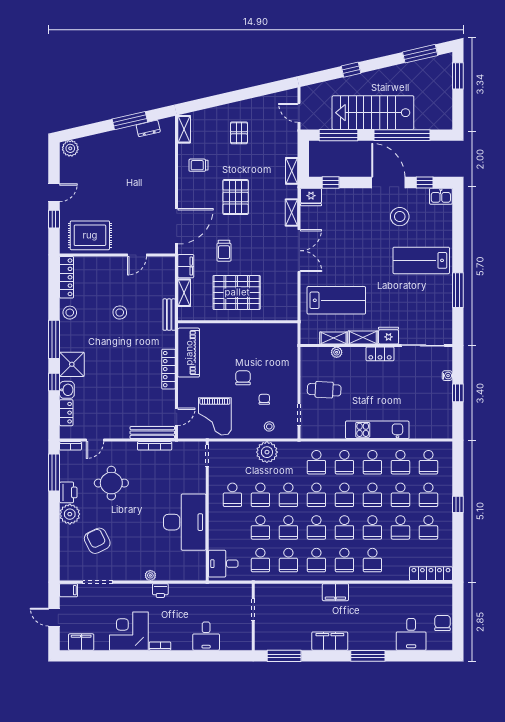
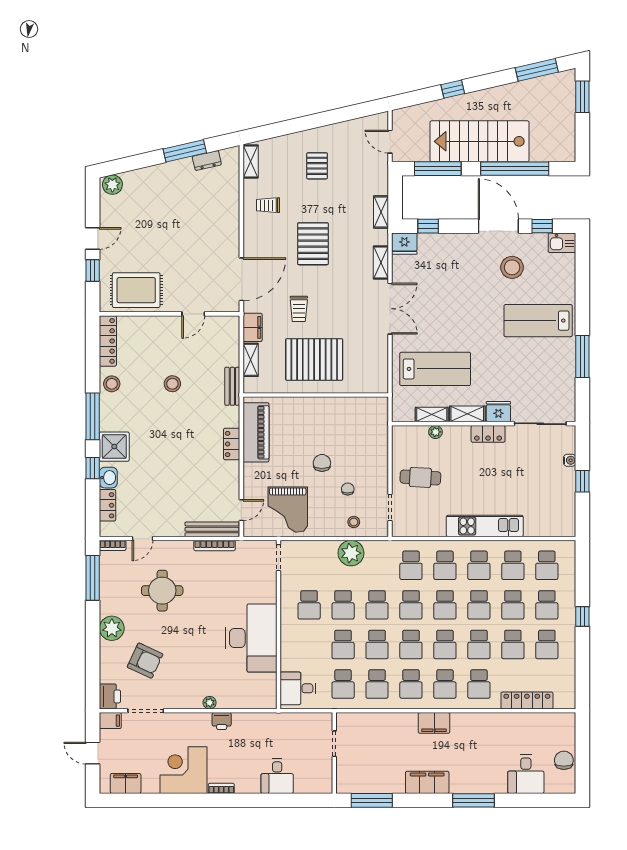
locker: (169, 369) -> (232, 444), width x0.66
printer: (68, 492) -> (110, 696), moved
armchair: (97, 541) -> (145, 661), turned 141
locker: (431, 574) -> (527, 701), moved

